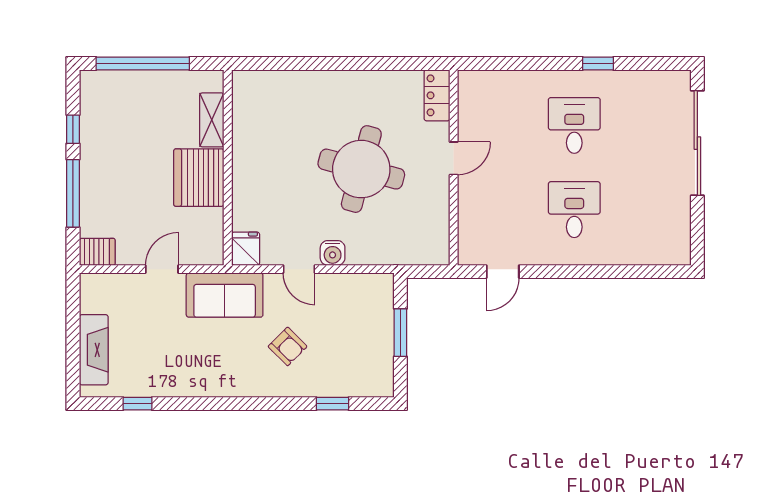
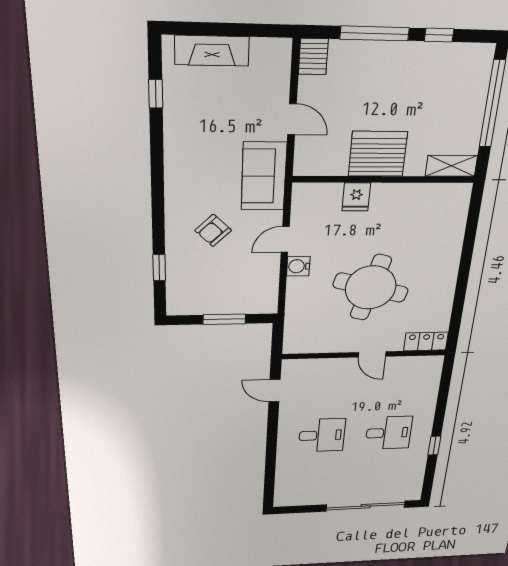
shelving: (212, 120) -> (451, 166), moved
fridge: (246, 249) -> (356, 197), moved, turned 90

